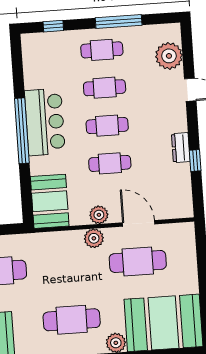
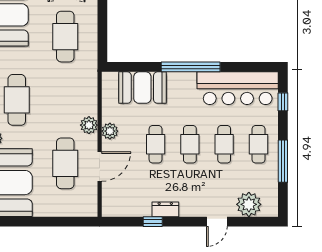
bar counter: (45, 122) -> (238, 88), moved, width x1.36
booth: (50, 201) -> (142, 88), moved

